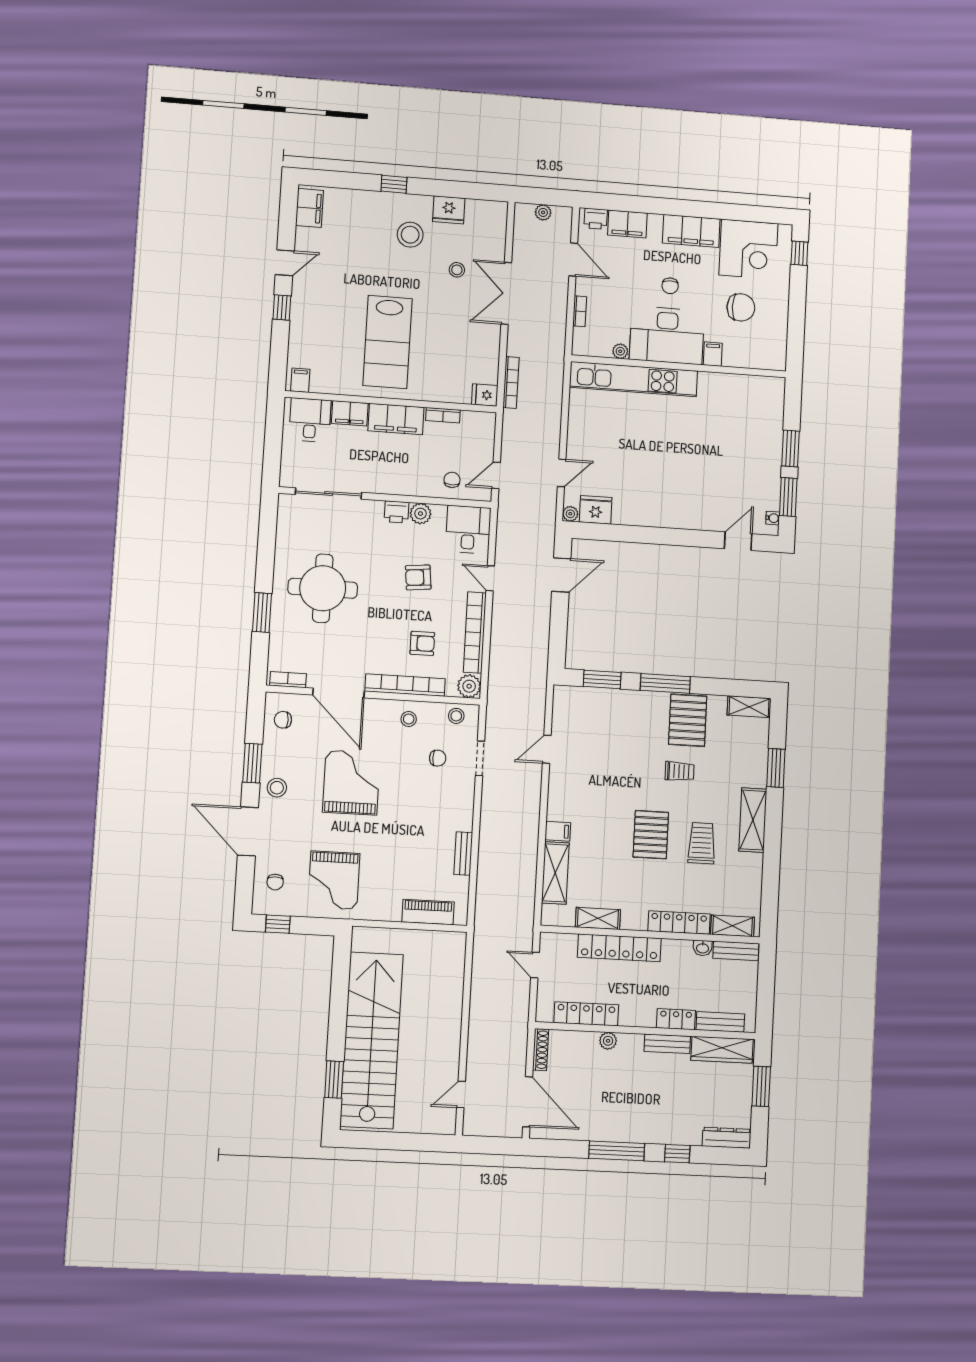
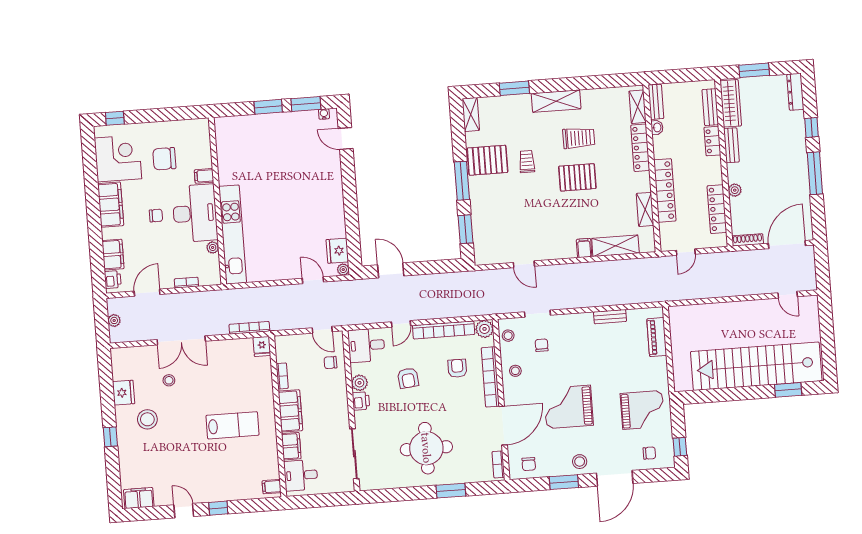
chair: (741, 307) -> (164, 159), turned -90
lab bench: (387, 342) -> (232, 425), width x0.73, depth x0.72
trolley: (702, 843) -> (579, 138), turned 180

